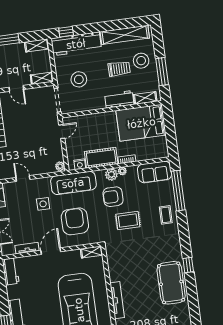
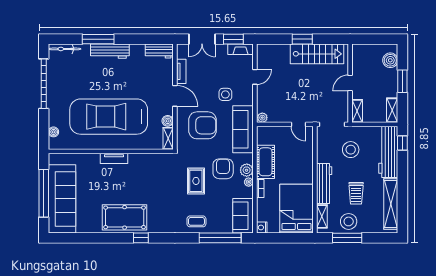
stool: (141, 61) -> (349, 221), moved
workbench: (119, 99) -> (324, 184), width x1.38
nightstand: (80, 164) -> (262, 227), moved
boiler: (75, 255) -> (168, 121), added
tv unit: (117, 300) -> (114, 158), width x0.71

